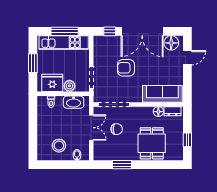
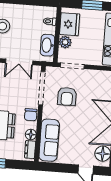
armchair: (126, 68) -> (67, 96), moved, turned 180
chair: (117, 129) -> (31, 115), moved

